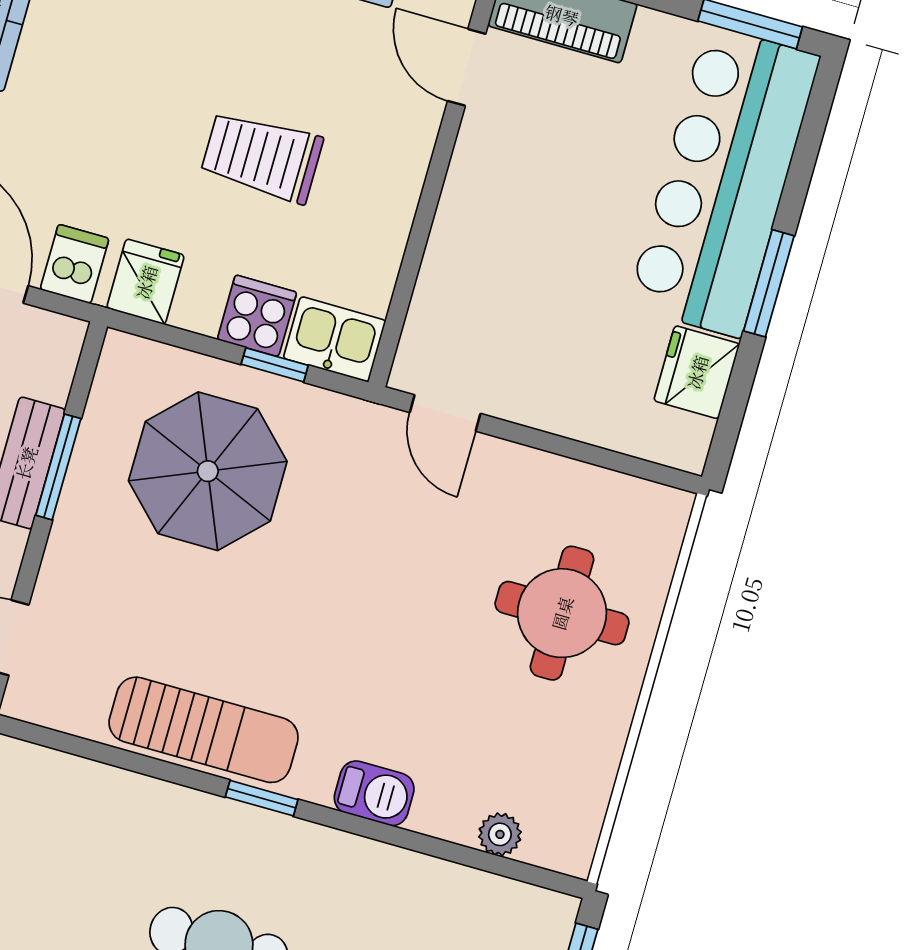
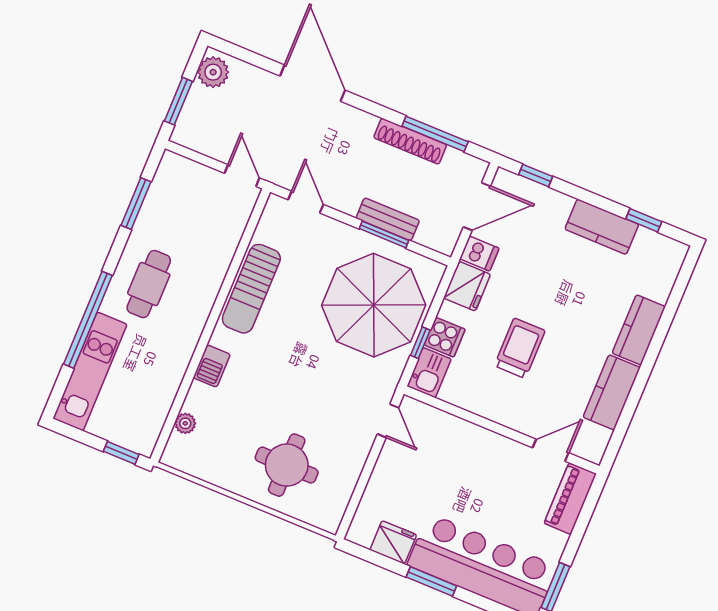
fridge: (146, 282) -> (467, 286), width x1.38
door: (445, 413) -> (388, 421), swing flipped
parasol: (208, 471) -> (374, 305), width x1.36, depth x1.36
window: (262, 798) -> (216, 312), removed

